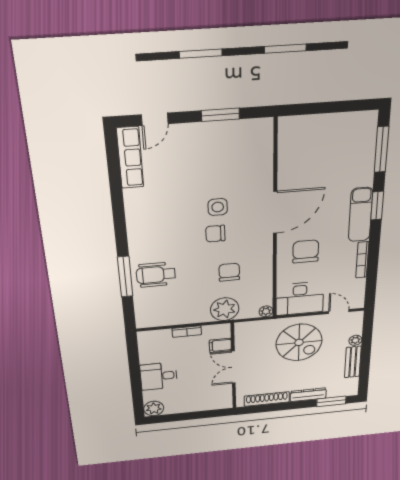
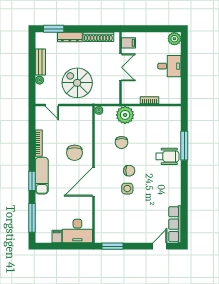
window: (220, 115) -> (112, 246), moved
filing cabinet: (340, 123) -> (57, 236), added
wheelchair: (156, 275) -> (167, 156), moved
desk: (300, 299) -> (77, 231), moved, turned 180
filing cabinet: (220, 345) -> (129, 43), moved

